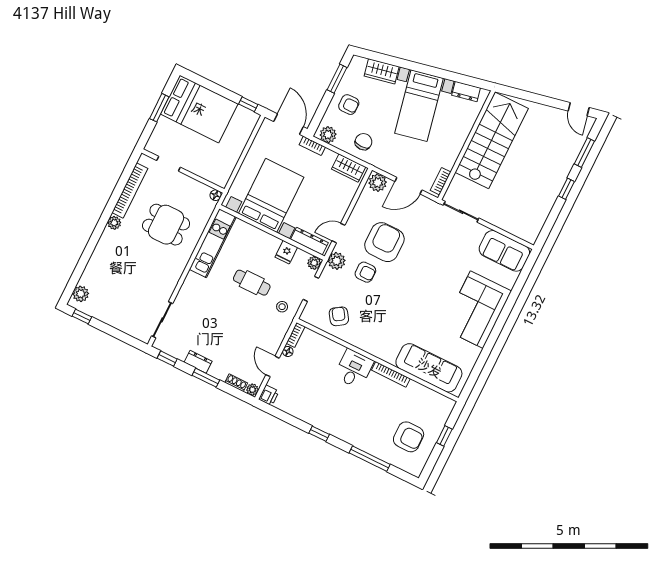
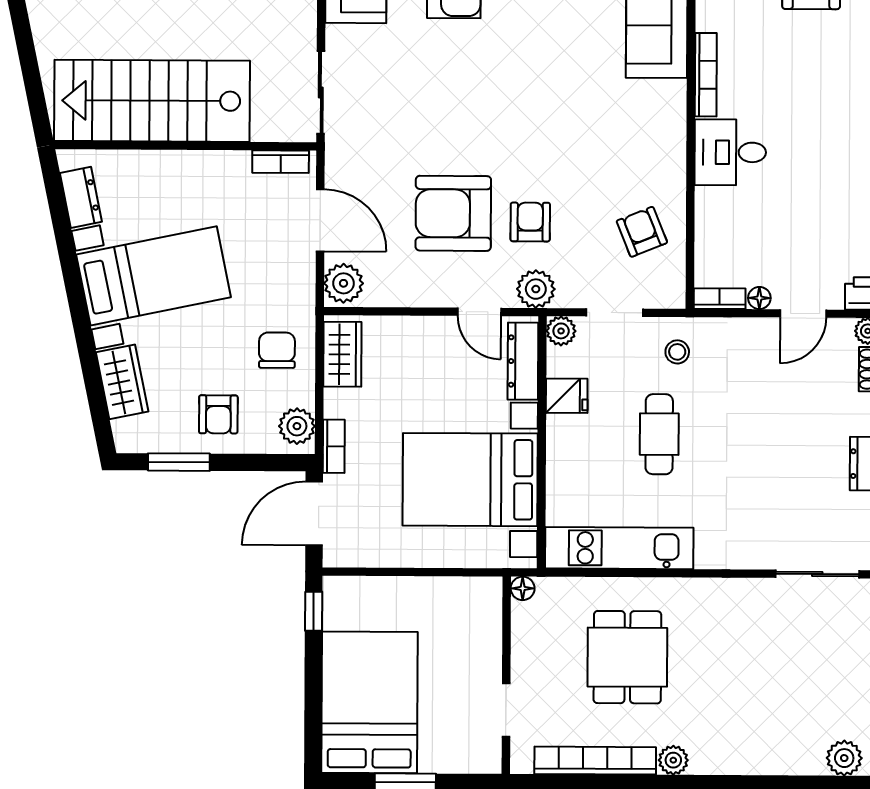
armchair: (349, 105) -> (218, 414), turned 180
chair: (363, 142) -> (277, 350), turned 90
armchair: (339, 316) -> (642, 232), turned 102

